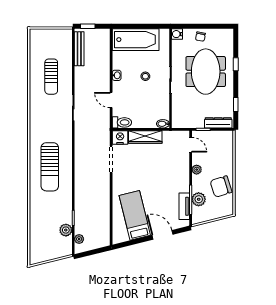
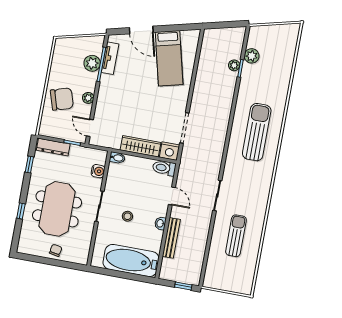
water cooler: (177, 34) -> (98, 171), moved
bench: (79, 49) -> (171, 238), moved
chair: (221, 187) -> (62, 99), moved
plant: (79, 239) -> (234, 65), moved

